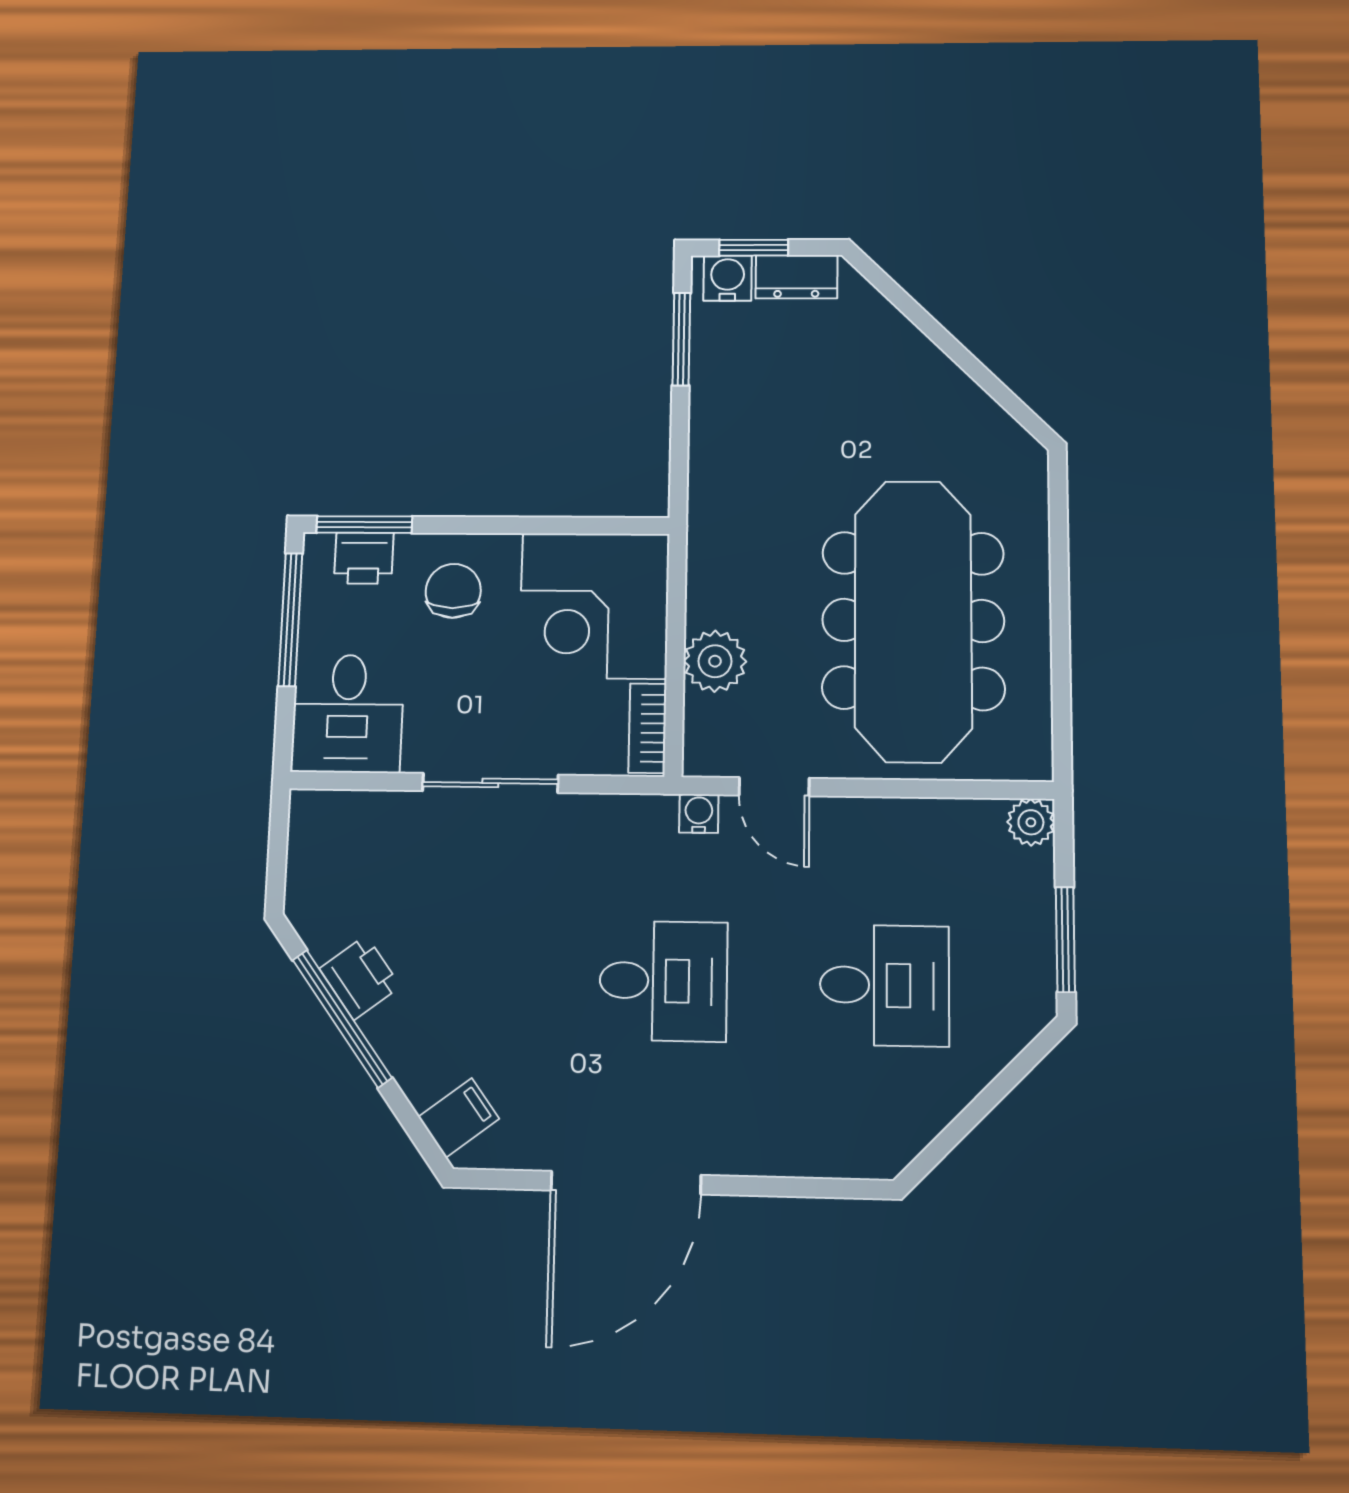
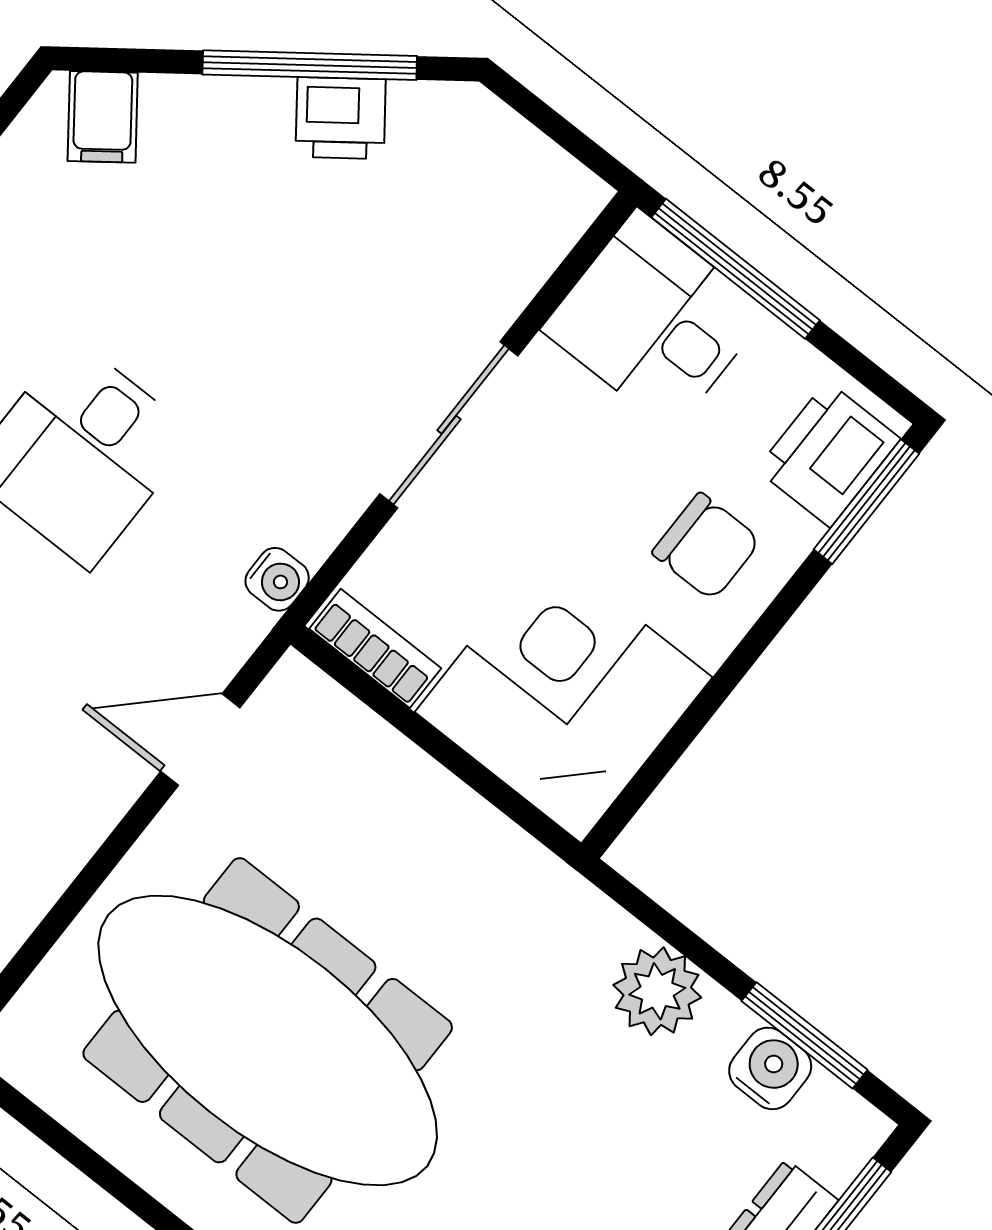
water cooler: (728, 278) -> (770, 1068), moved, turned -90
printer: (364, 558) -> (828, 454), width x1.36, depth x1.24
window: (290, 619) -> (736, 269), moved
plant: (715, 661) -> (657, 991), moved
water cooler: (699, 814) -> (277, 579), moved

